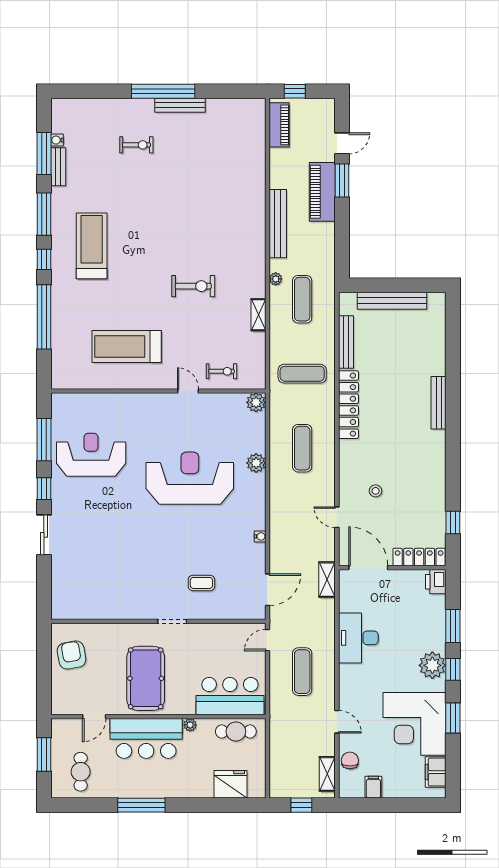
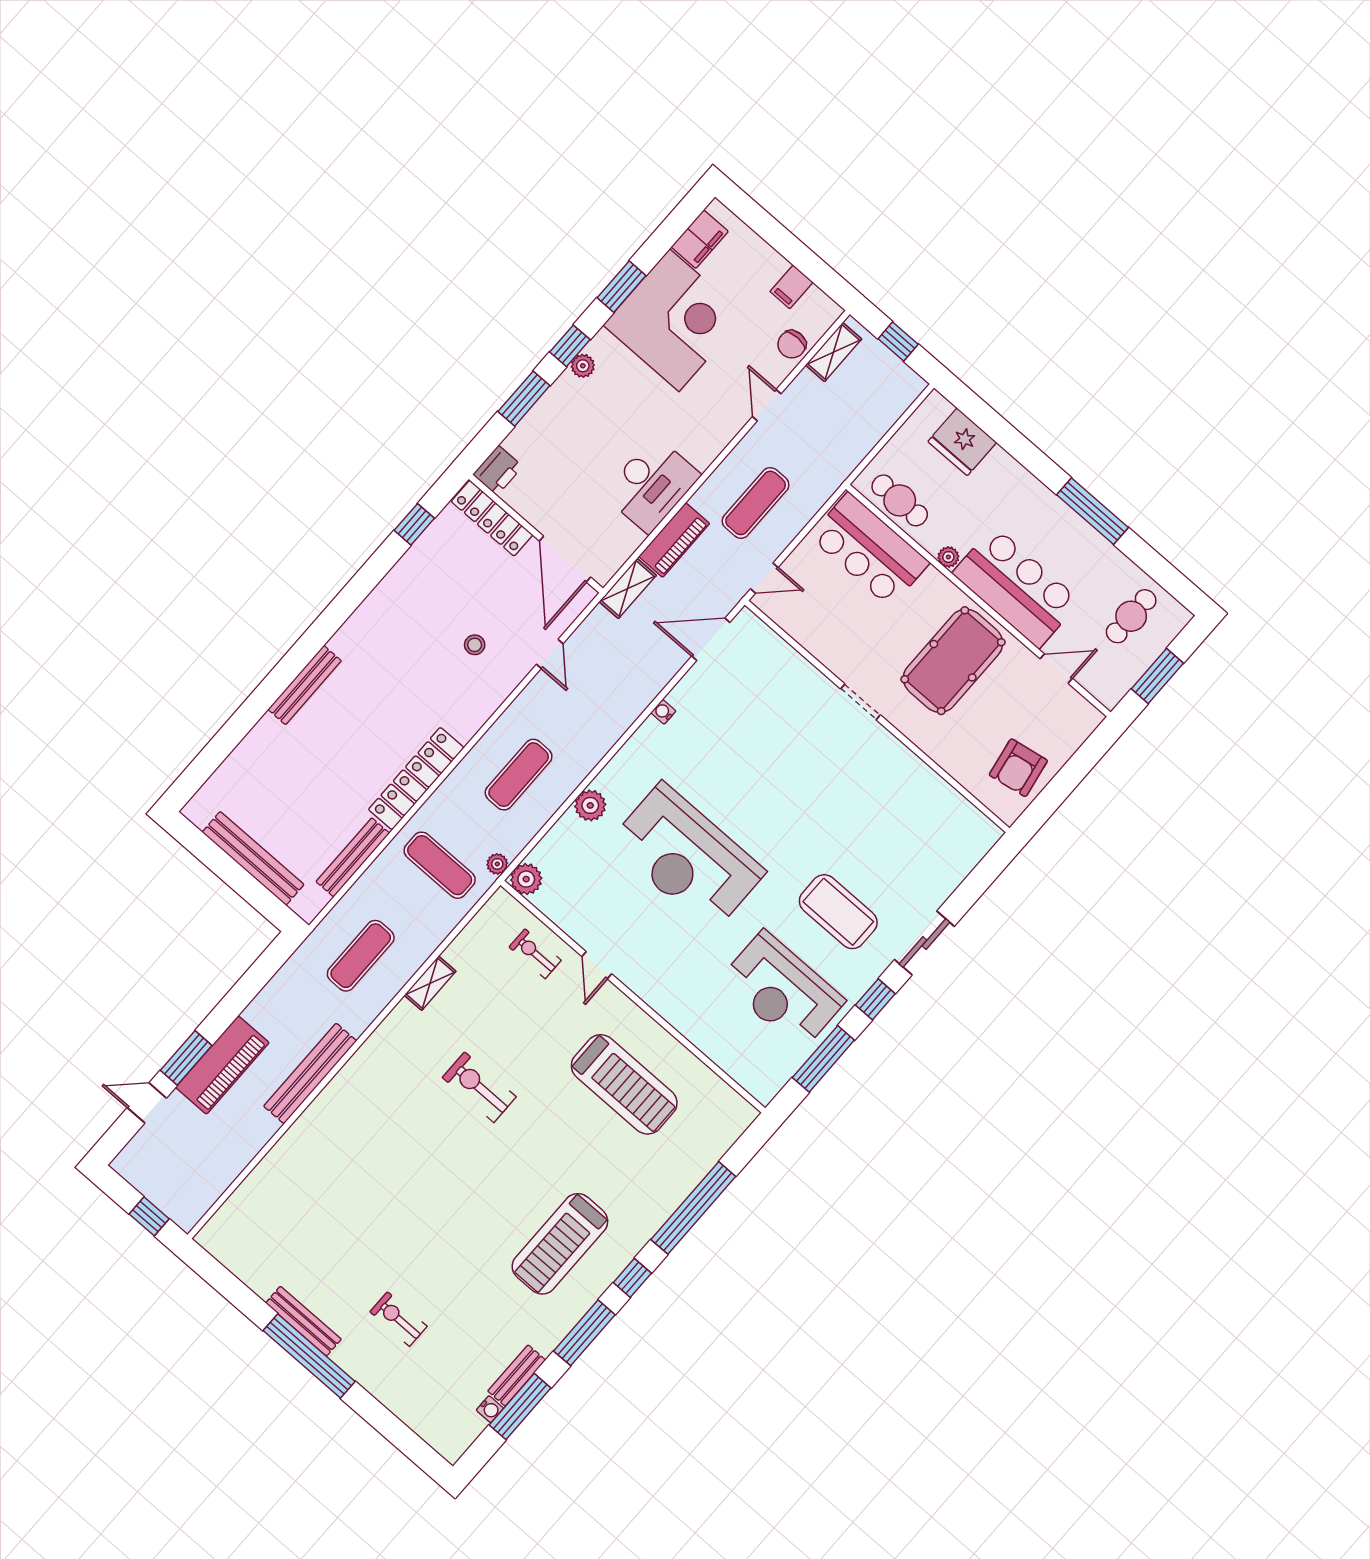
piano: (279, 125) -> (674, 540), moved, turned 180
plant: (276, 279) -> (497, 864), moved
coffee table: (201, 583) -> (838, 912), moved, width x1.86, depth x1.72
plant: (432, 665) -> (583, 366), width x0.53, depth x0.53

